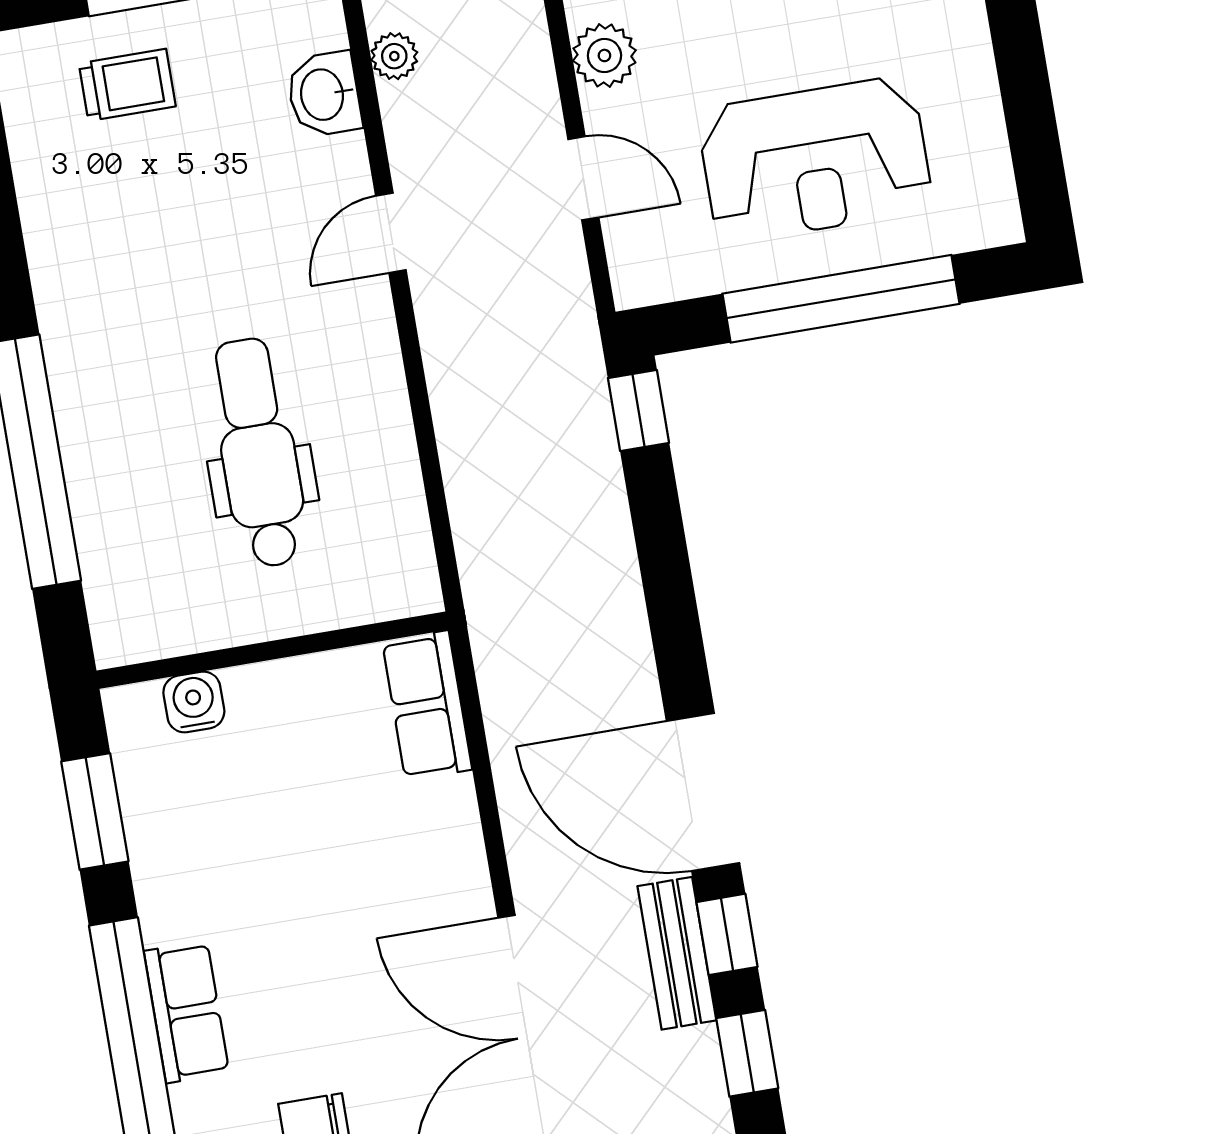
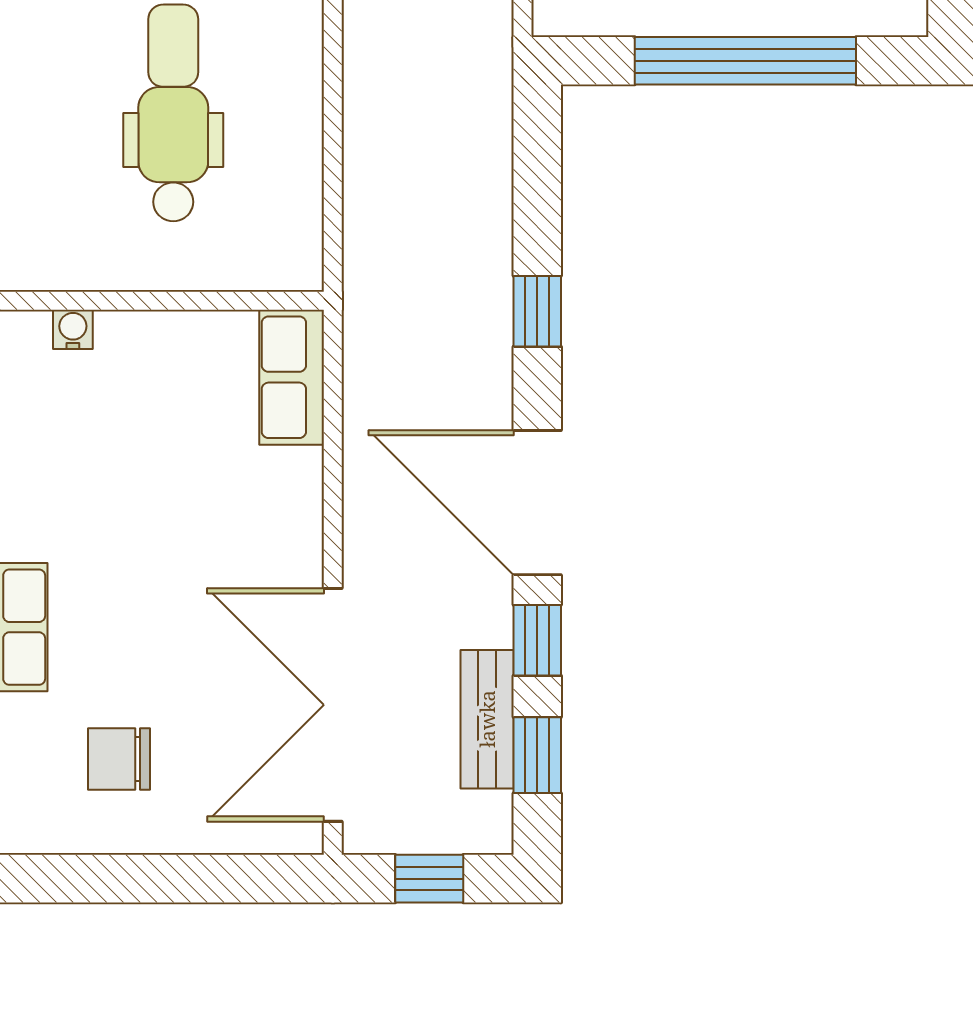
window: (638, 410) -> (537, 311), moved
water cooler: (194, 702) -> (73, 329), width x0.72, depth x0.72
bench: (677, 953) -> (487, 719), moved

